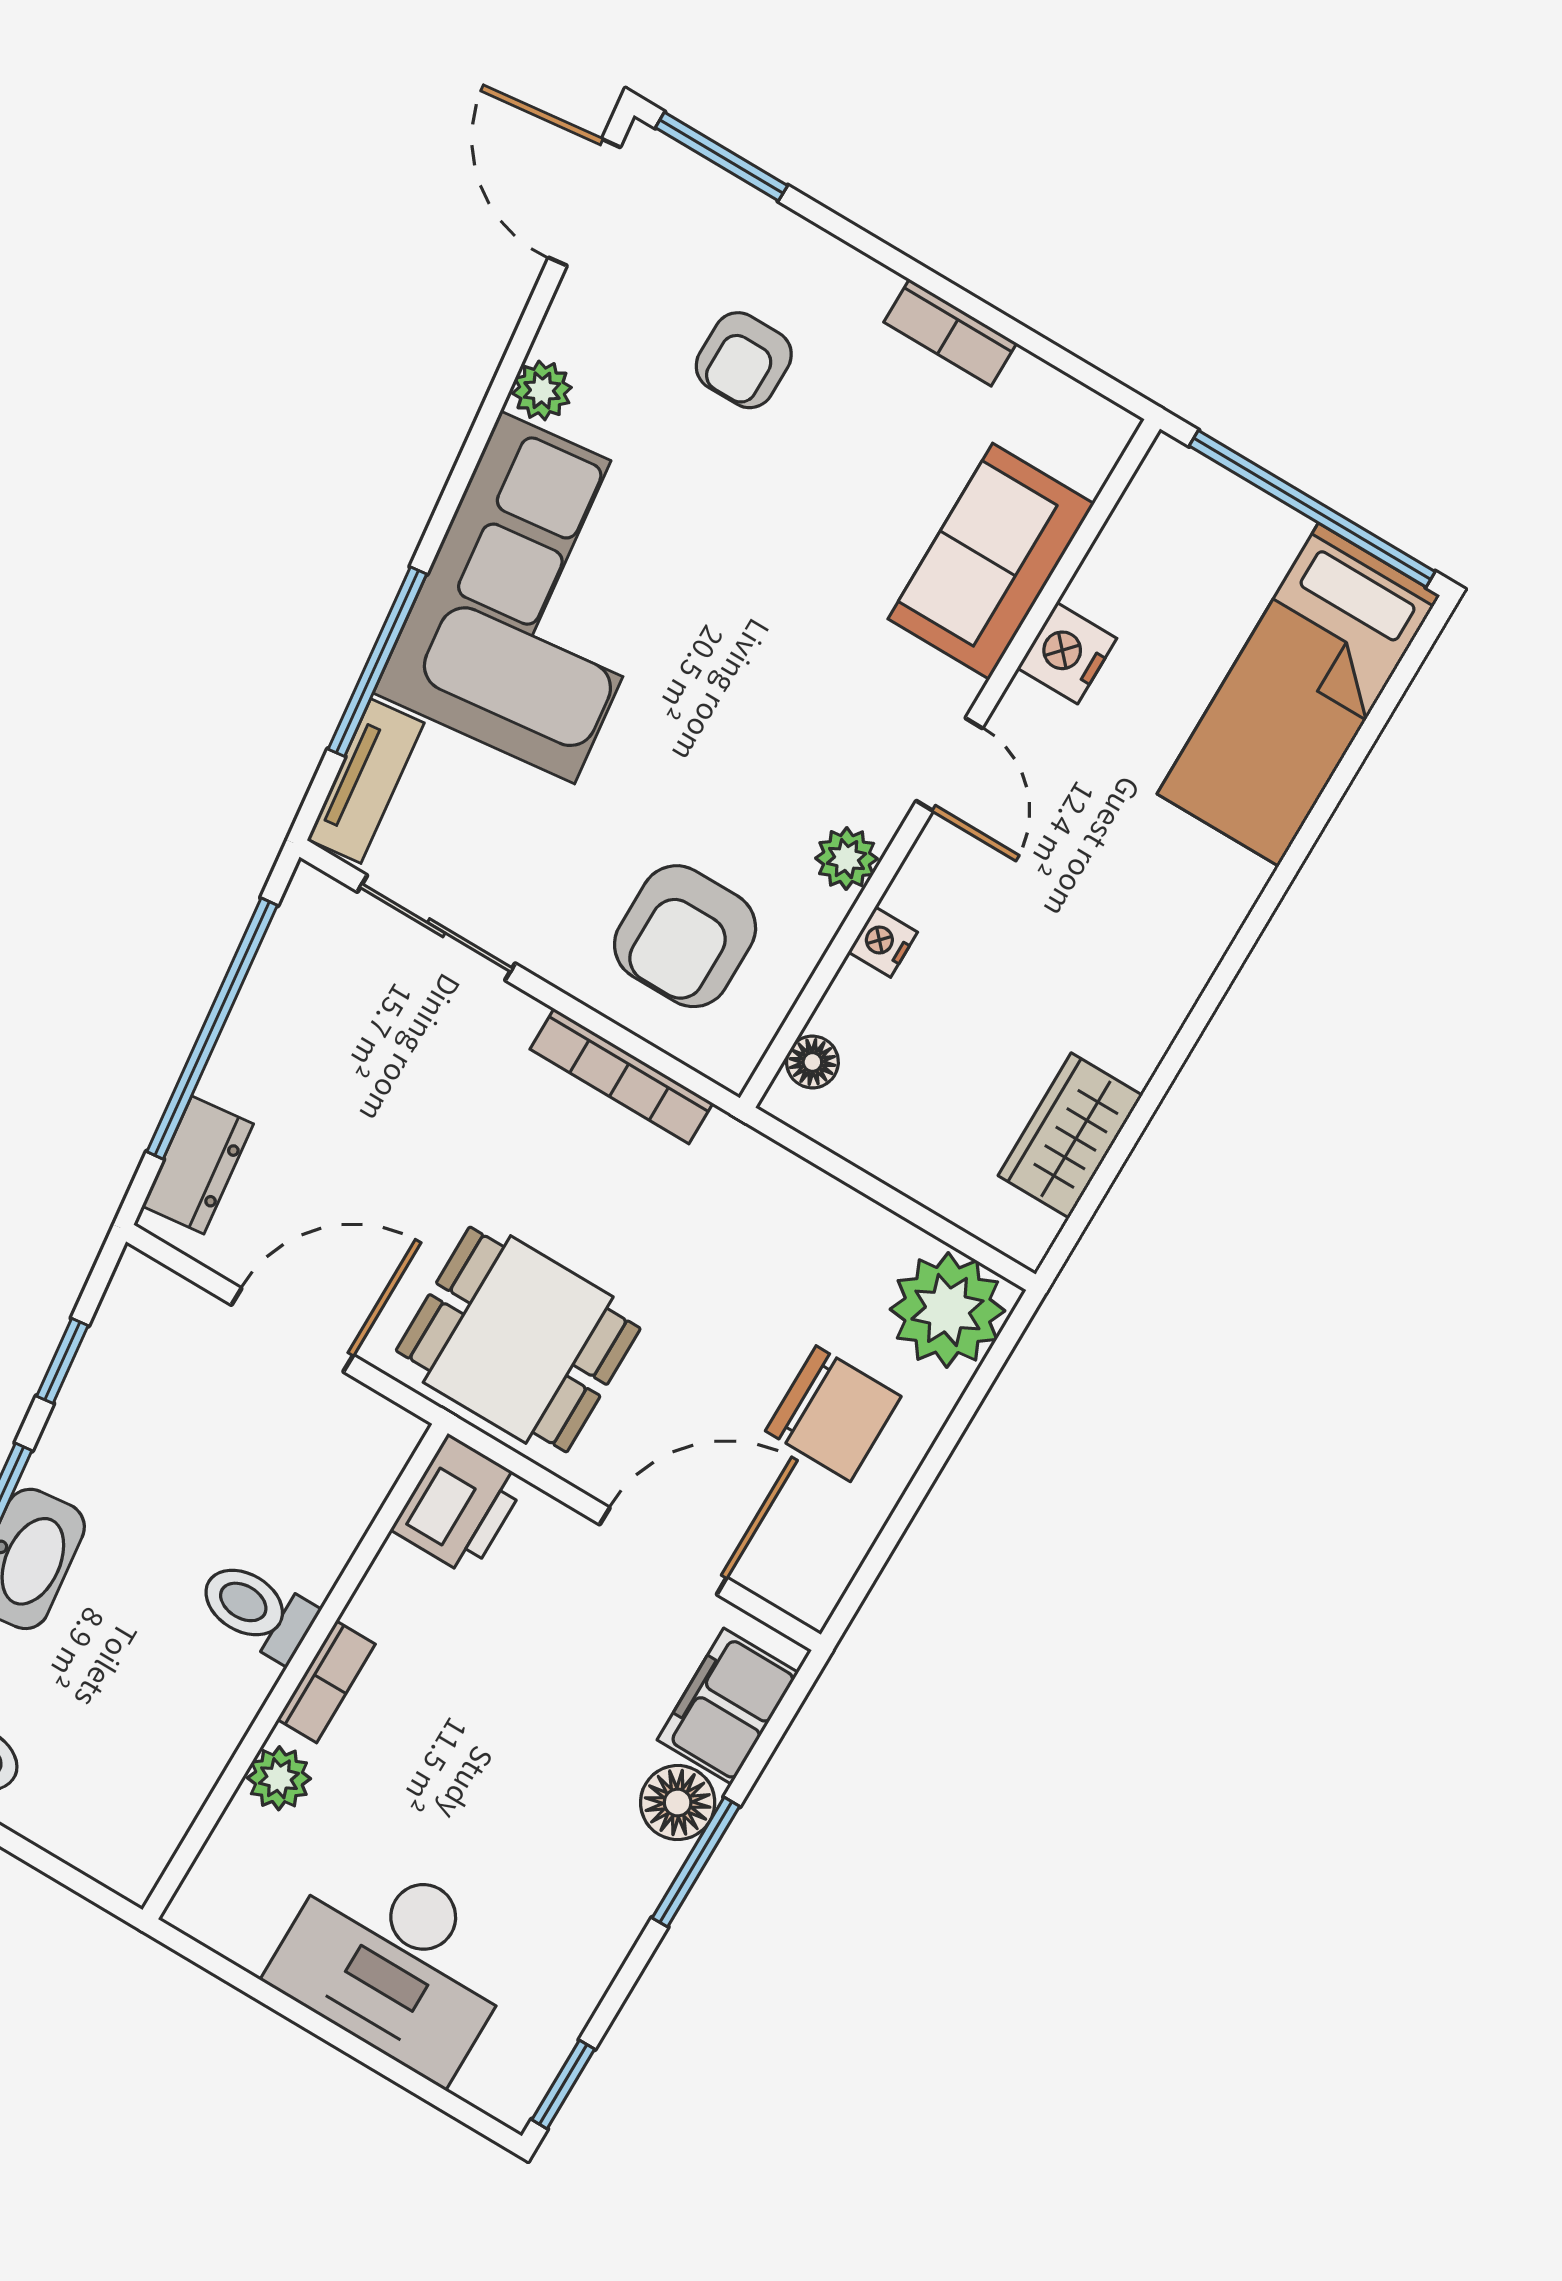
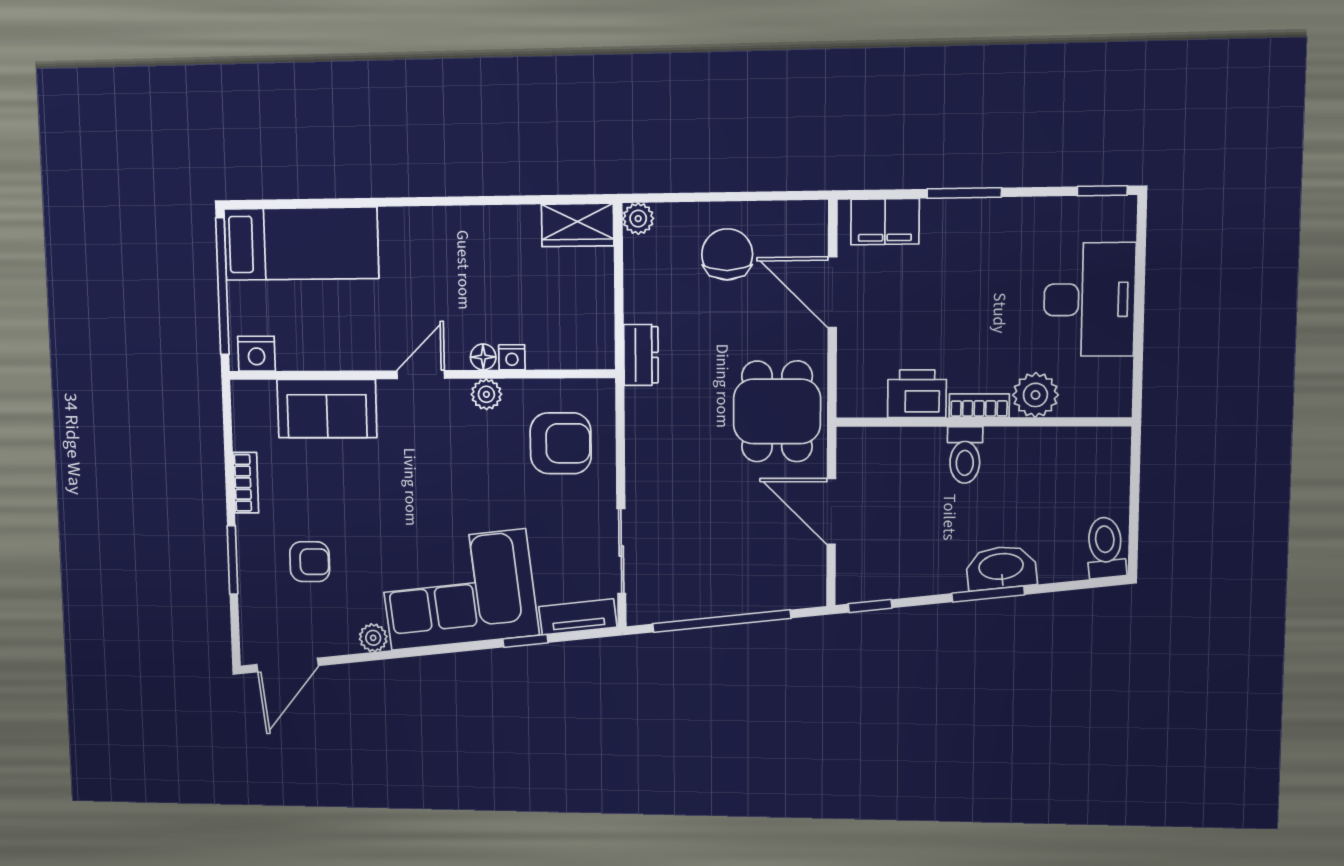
window: (721, 157) -> (233, 560), moved
nightstand: (1067, 653) -> (256, 354), moved
window: (377, 662) -> (525, 641), width x0.46
floor lamp: (812, 1062) -> (483, 357), moved
bookcase: (621, 1076) -> (636, 435), removed
wardrobe: (1070, 1135) -> (578, 225), moved
dresser: (198, 1165) -> (641, 355), moved, turned 97
plant: (947, 1310) -> (638, 219), width x0.53, depth x0.53
window: (62, 1361) -> (870, 606), moved
printer: (459, 1505) -> (917, 394), moved
plant: (279, 1778) -> (1035, 395), width x1.38, depth x1.38
floor lamp: (678, 1803) -> (942, 218), removed

